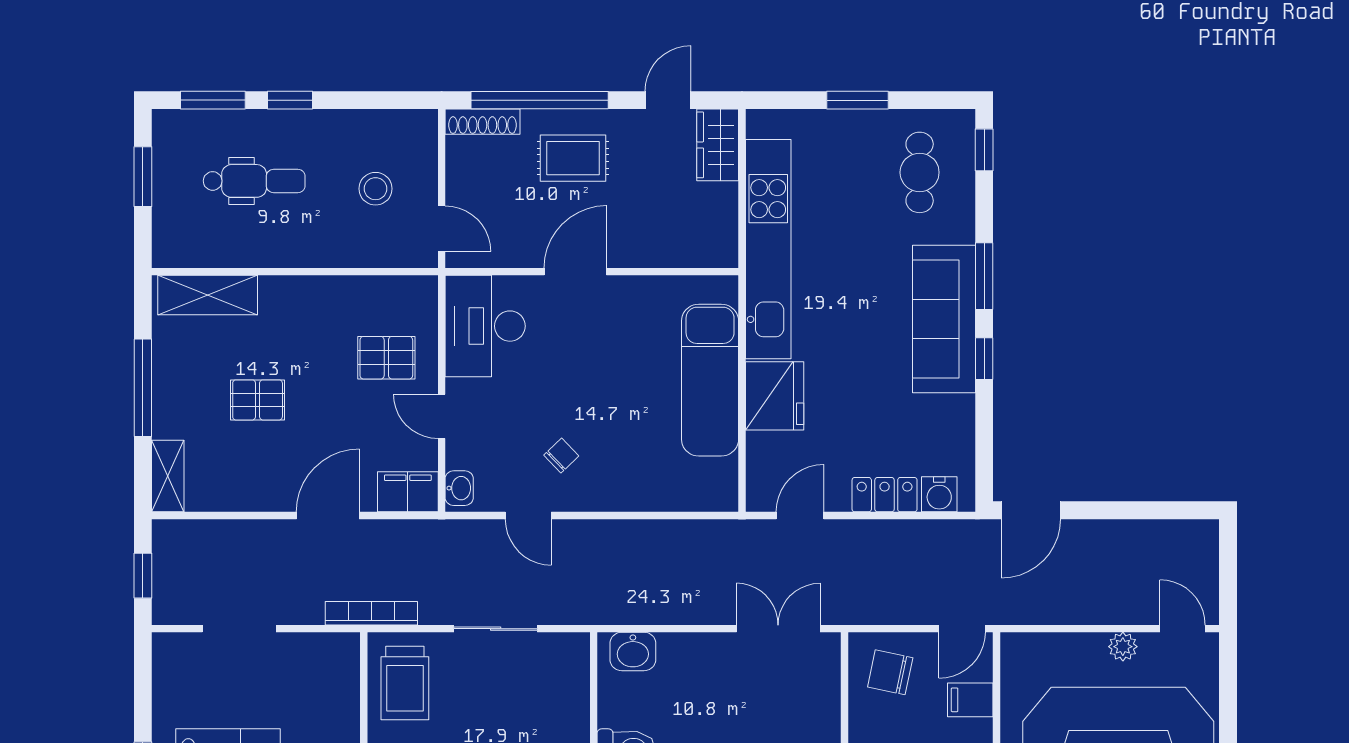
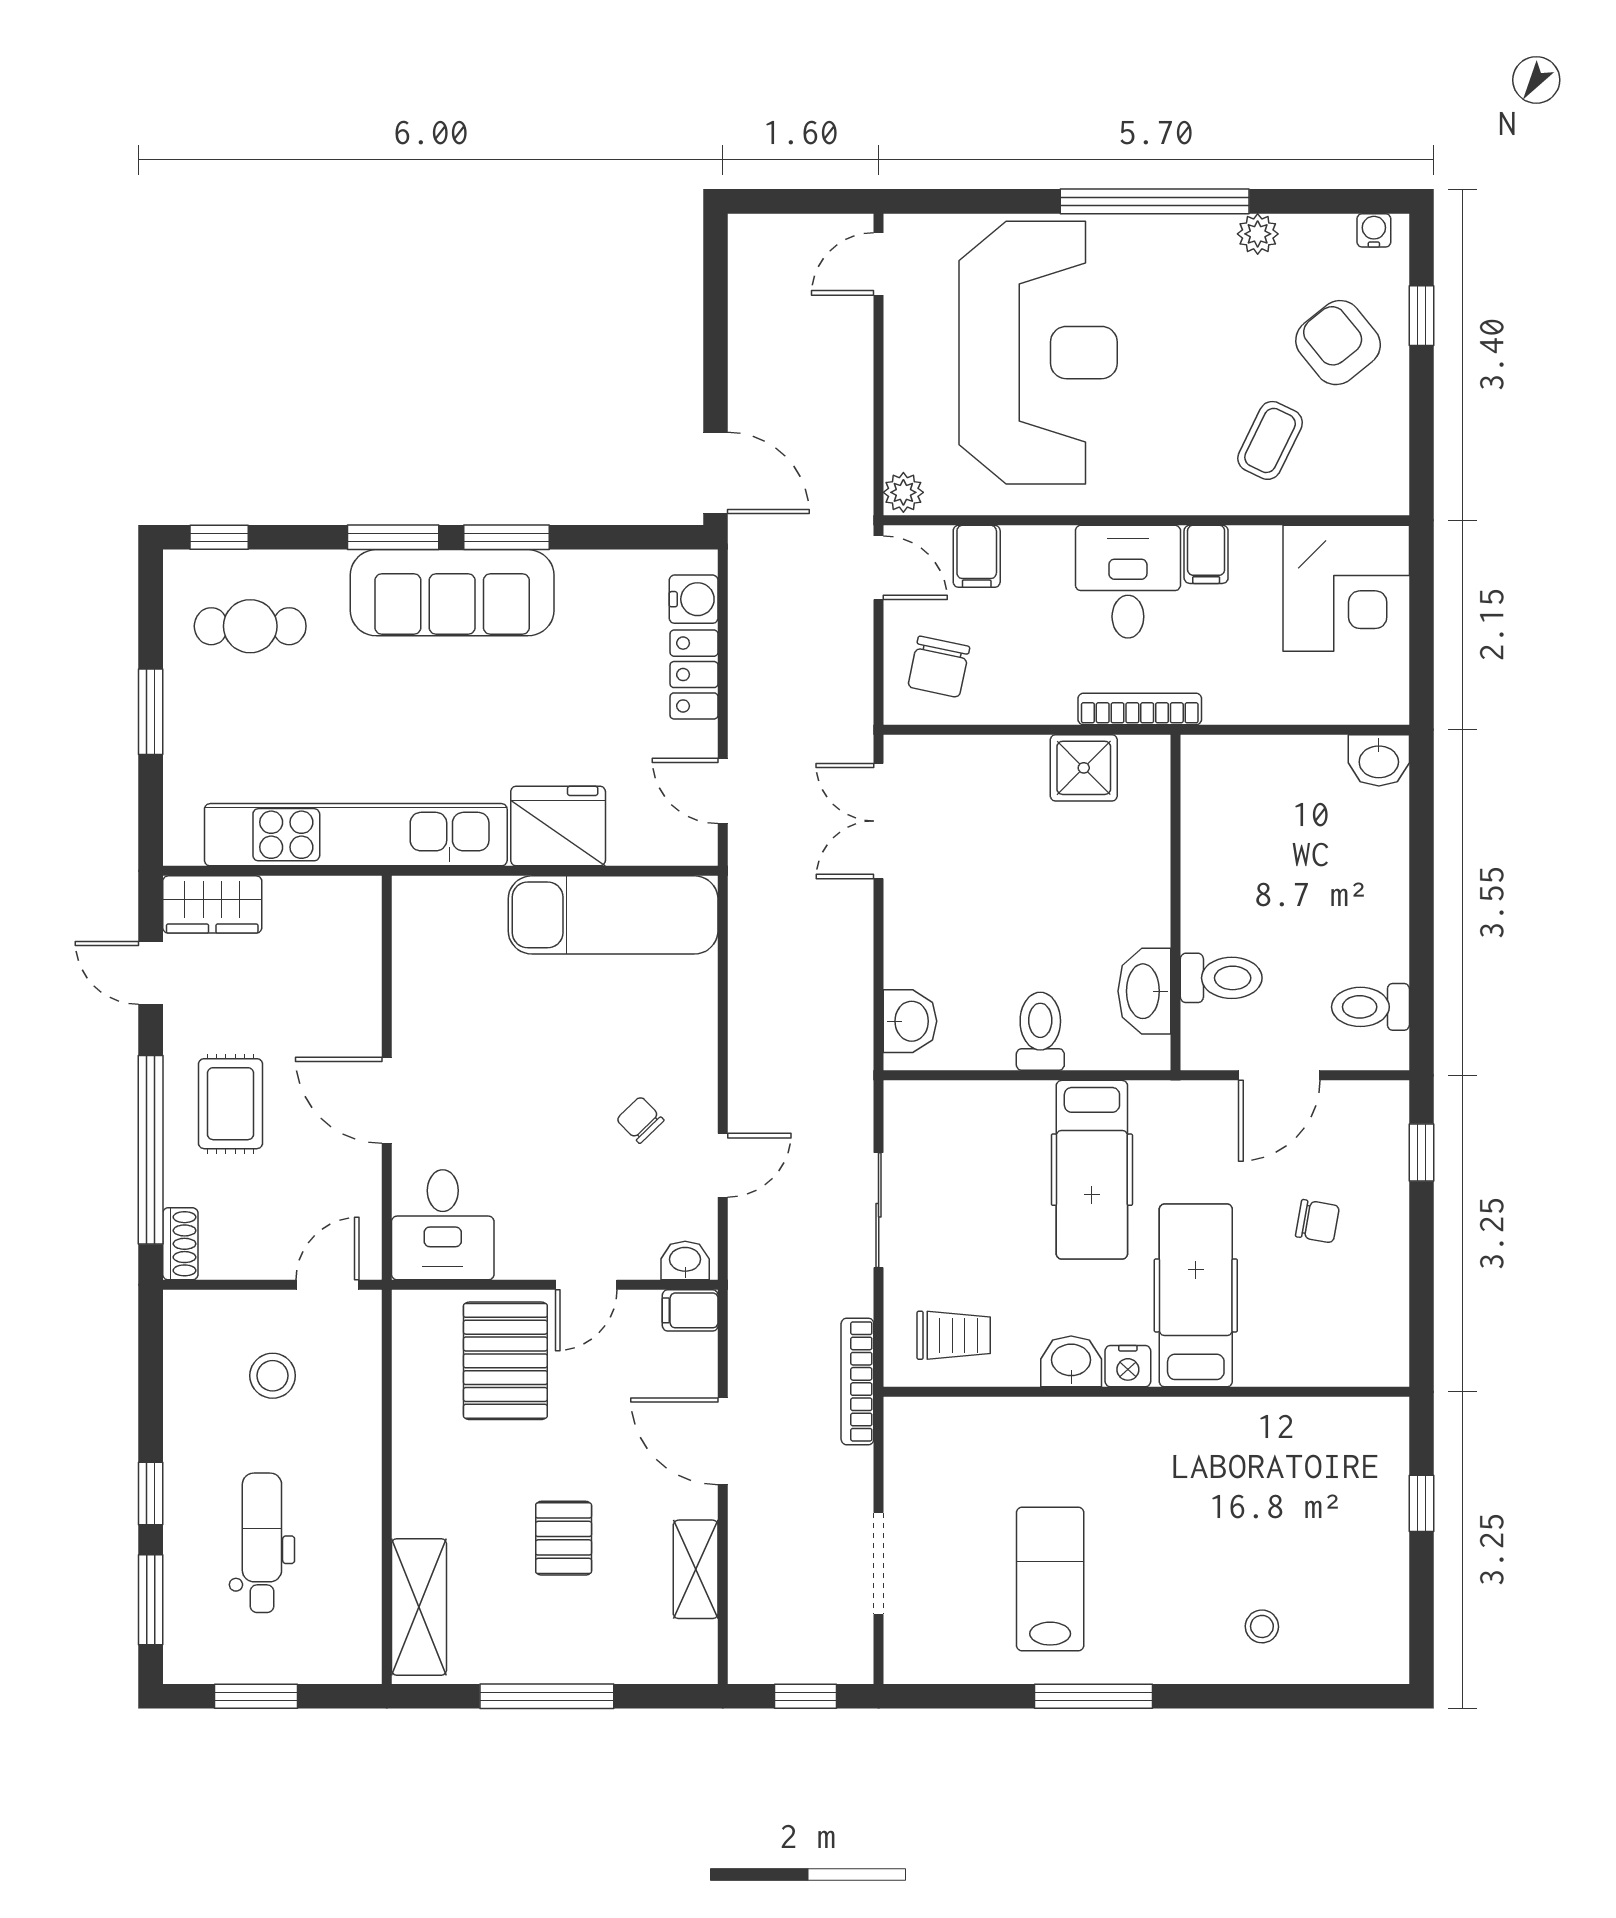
shoe rack: (483, 122) -> (180, 1244), width x0.70
desk: (485, 326) -> (443, 1225), width x0.73
pallet: (386, 358) -> (505, 1361), width x1.50, depth x1.42
window: (984, 359) -> (507, 537), width x1.50
exam couch: (710, 380) -> (613, 915), moved
shelving: (168, 476) -> (696, 1569), moved, turned 90
filing cabinet: (408, 492) -> (690, 1310), width x0.50
plant: (1123, 647) -> (903, 492), moved
trolley: (405, 683) -> (954, 1335), width x0.73, depth x0.72

